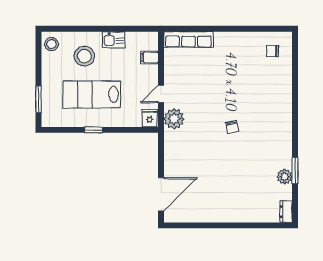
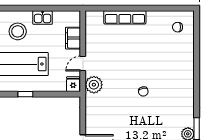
row of seats: (188, 40) -> (125, 17), moved
filing cabinet: (149, 57) -> (73, 38), width x2.00

